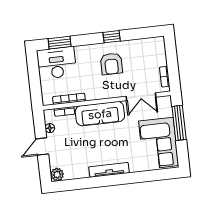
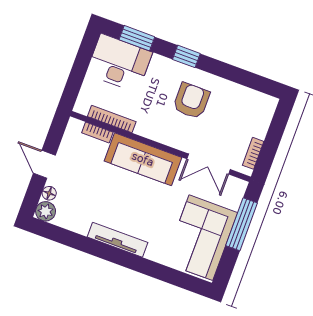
window: (112, 37) -> (186, 56), moved
armchair: (111, 64) -> (191, 101), turned 180
floor lamp: (50, 128) -> (49, 193), moved
door: (42, 147) -> (44, 164), hinge flipped

